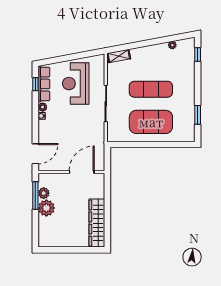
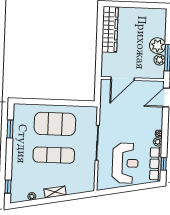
shelving: (119, 56) -> (55, 192), moved

